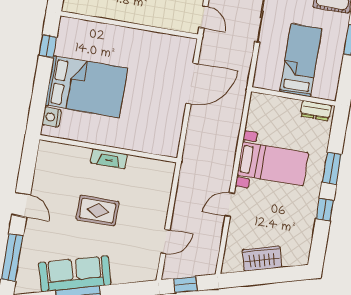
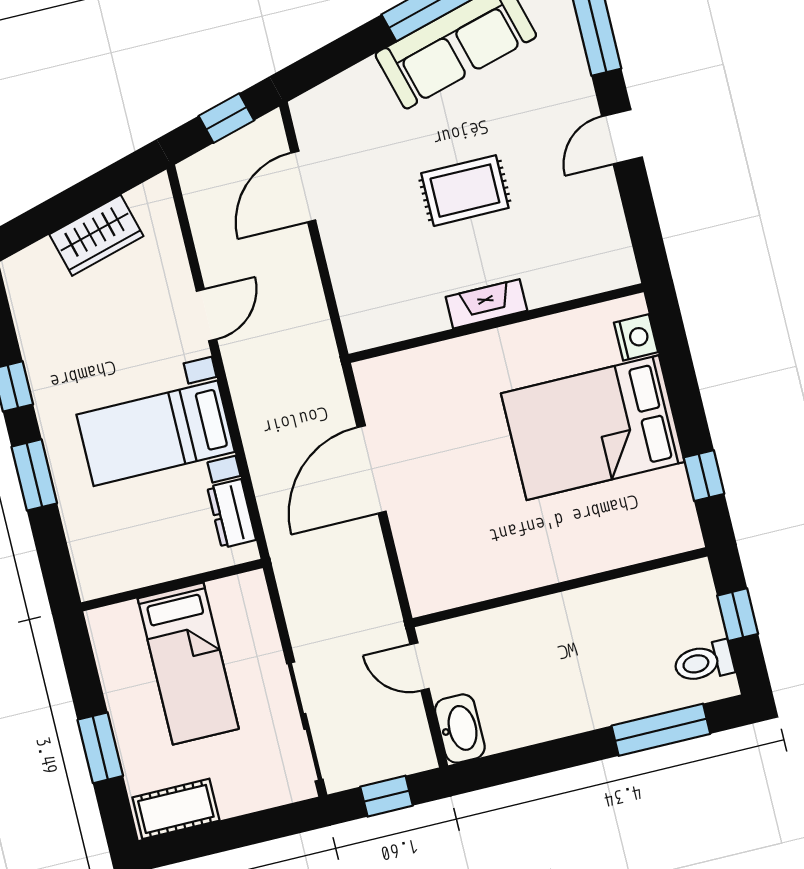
door: (192, 84) -> (372, 469), moved
dresser: (316, 111) -> (232, 514), moved, turned -90
door: (21, 205) -> (622, 137), hinge flipped
door: (165, 242) -> (303, 187), width x1.38

